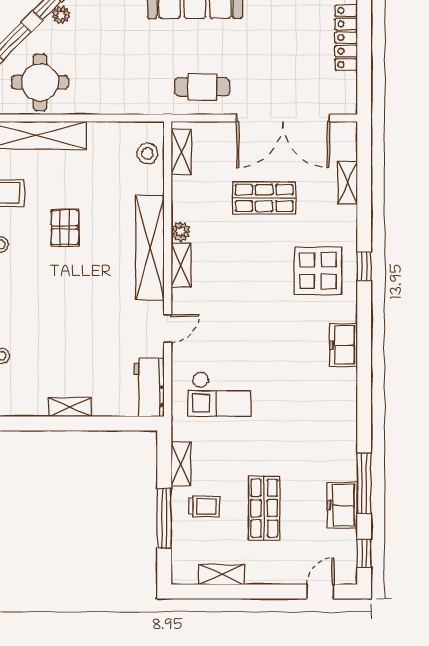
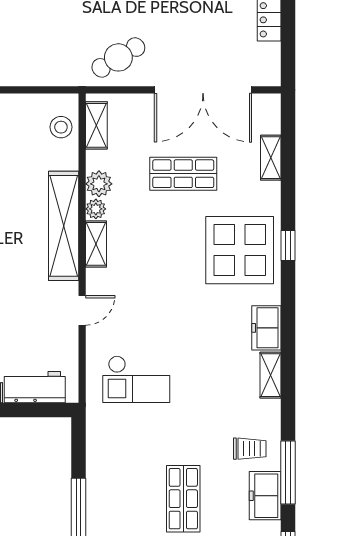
cafe table: (202, 87) -> (118, 57), turned -31
plant: (184, 208) -> (99, 184), added
display table: (318, 271) -> (240, 250), width x1.36, depth x1.36
workbench: (149, 388) -> (35, 387), moved, turned 90
shelving: (181, 464) -> (270, 375), moved
trolley: (204, 506) -> (250, 449), moved

